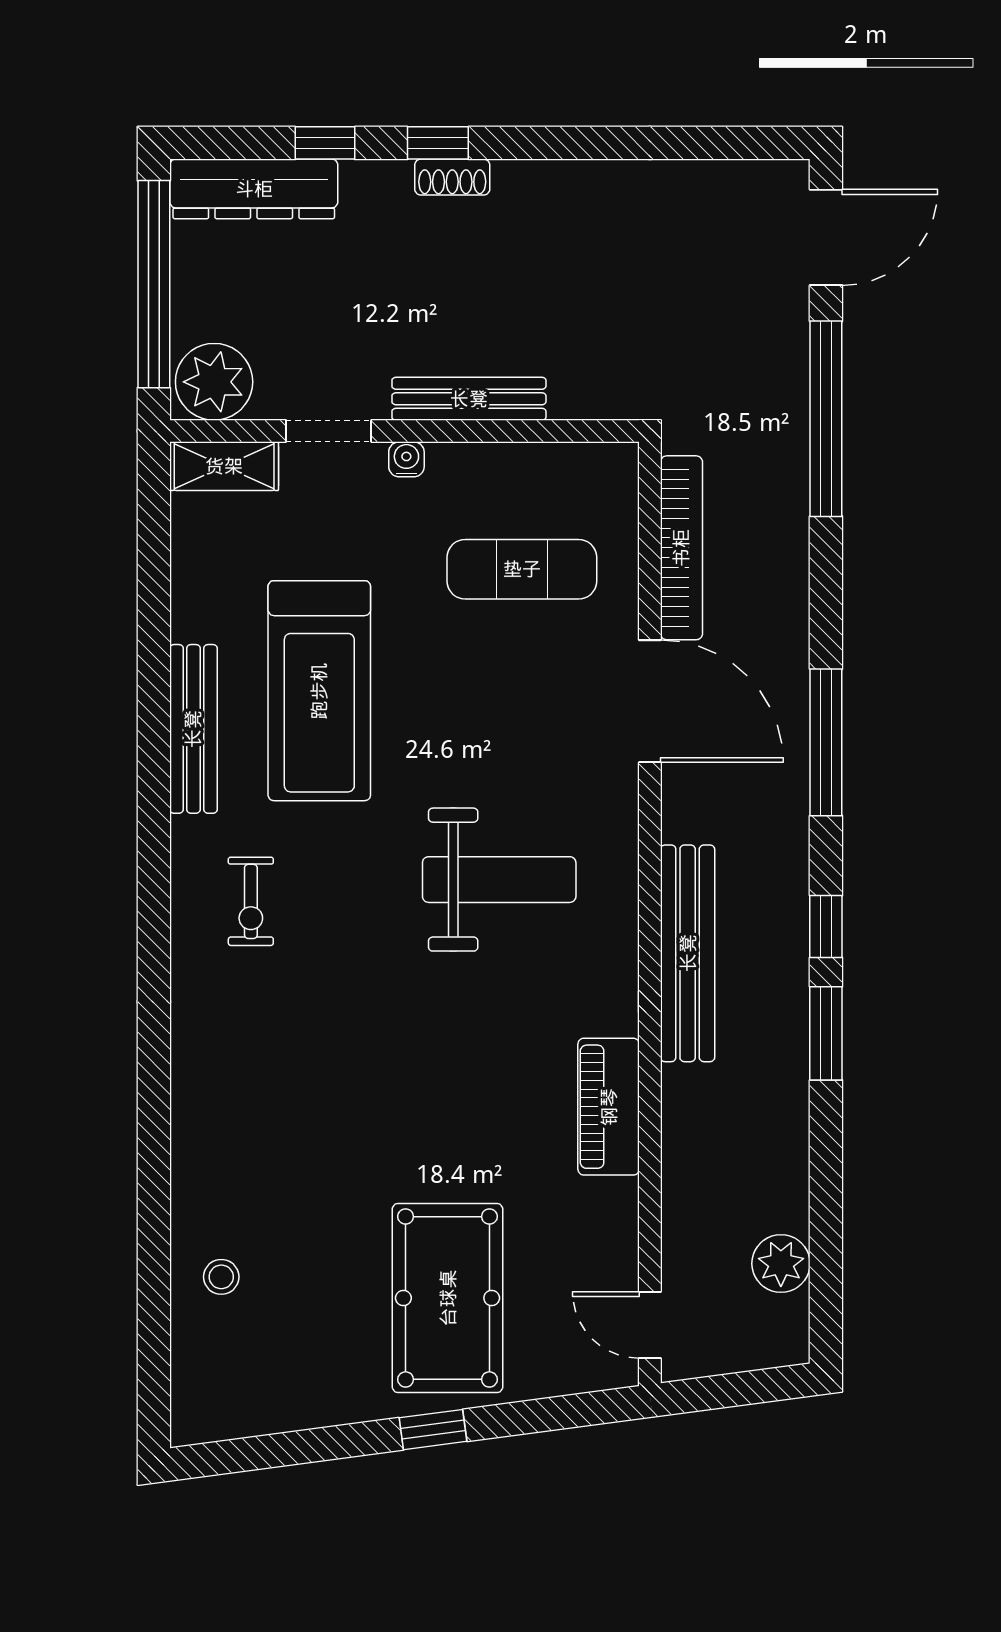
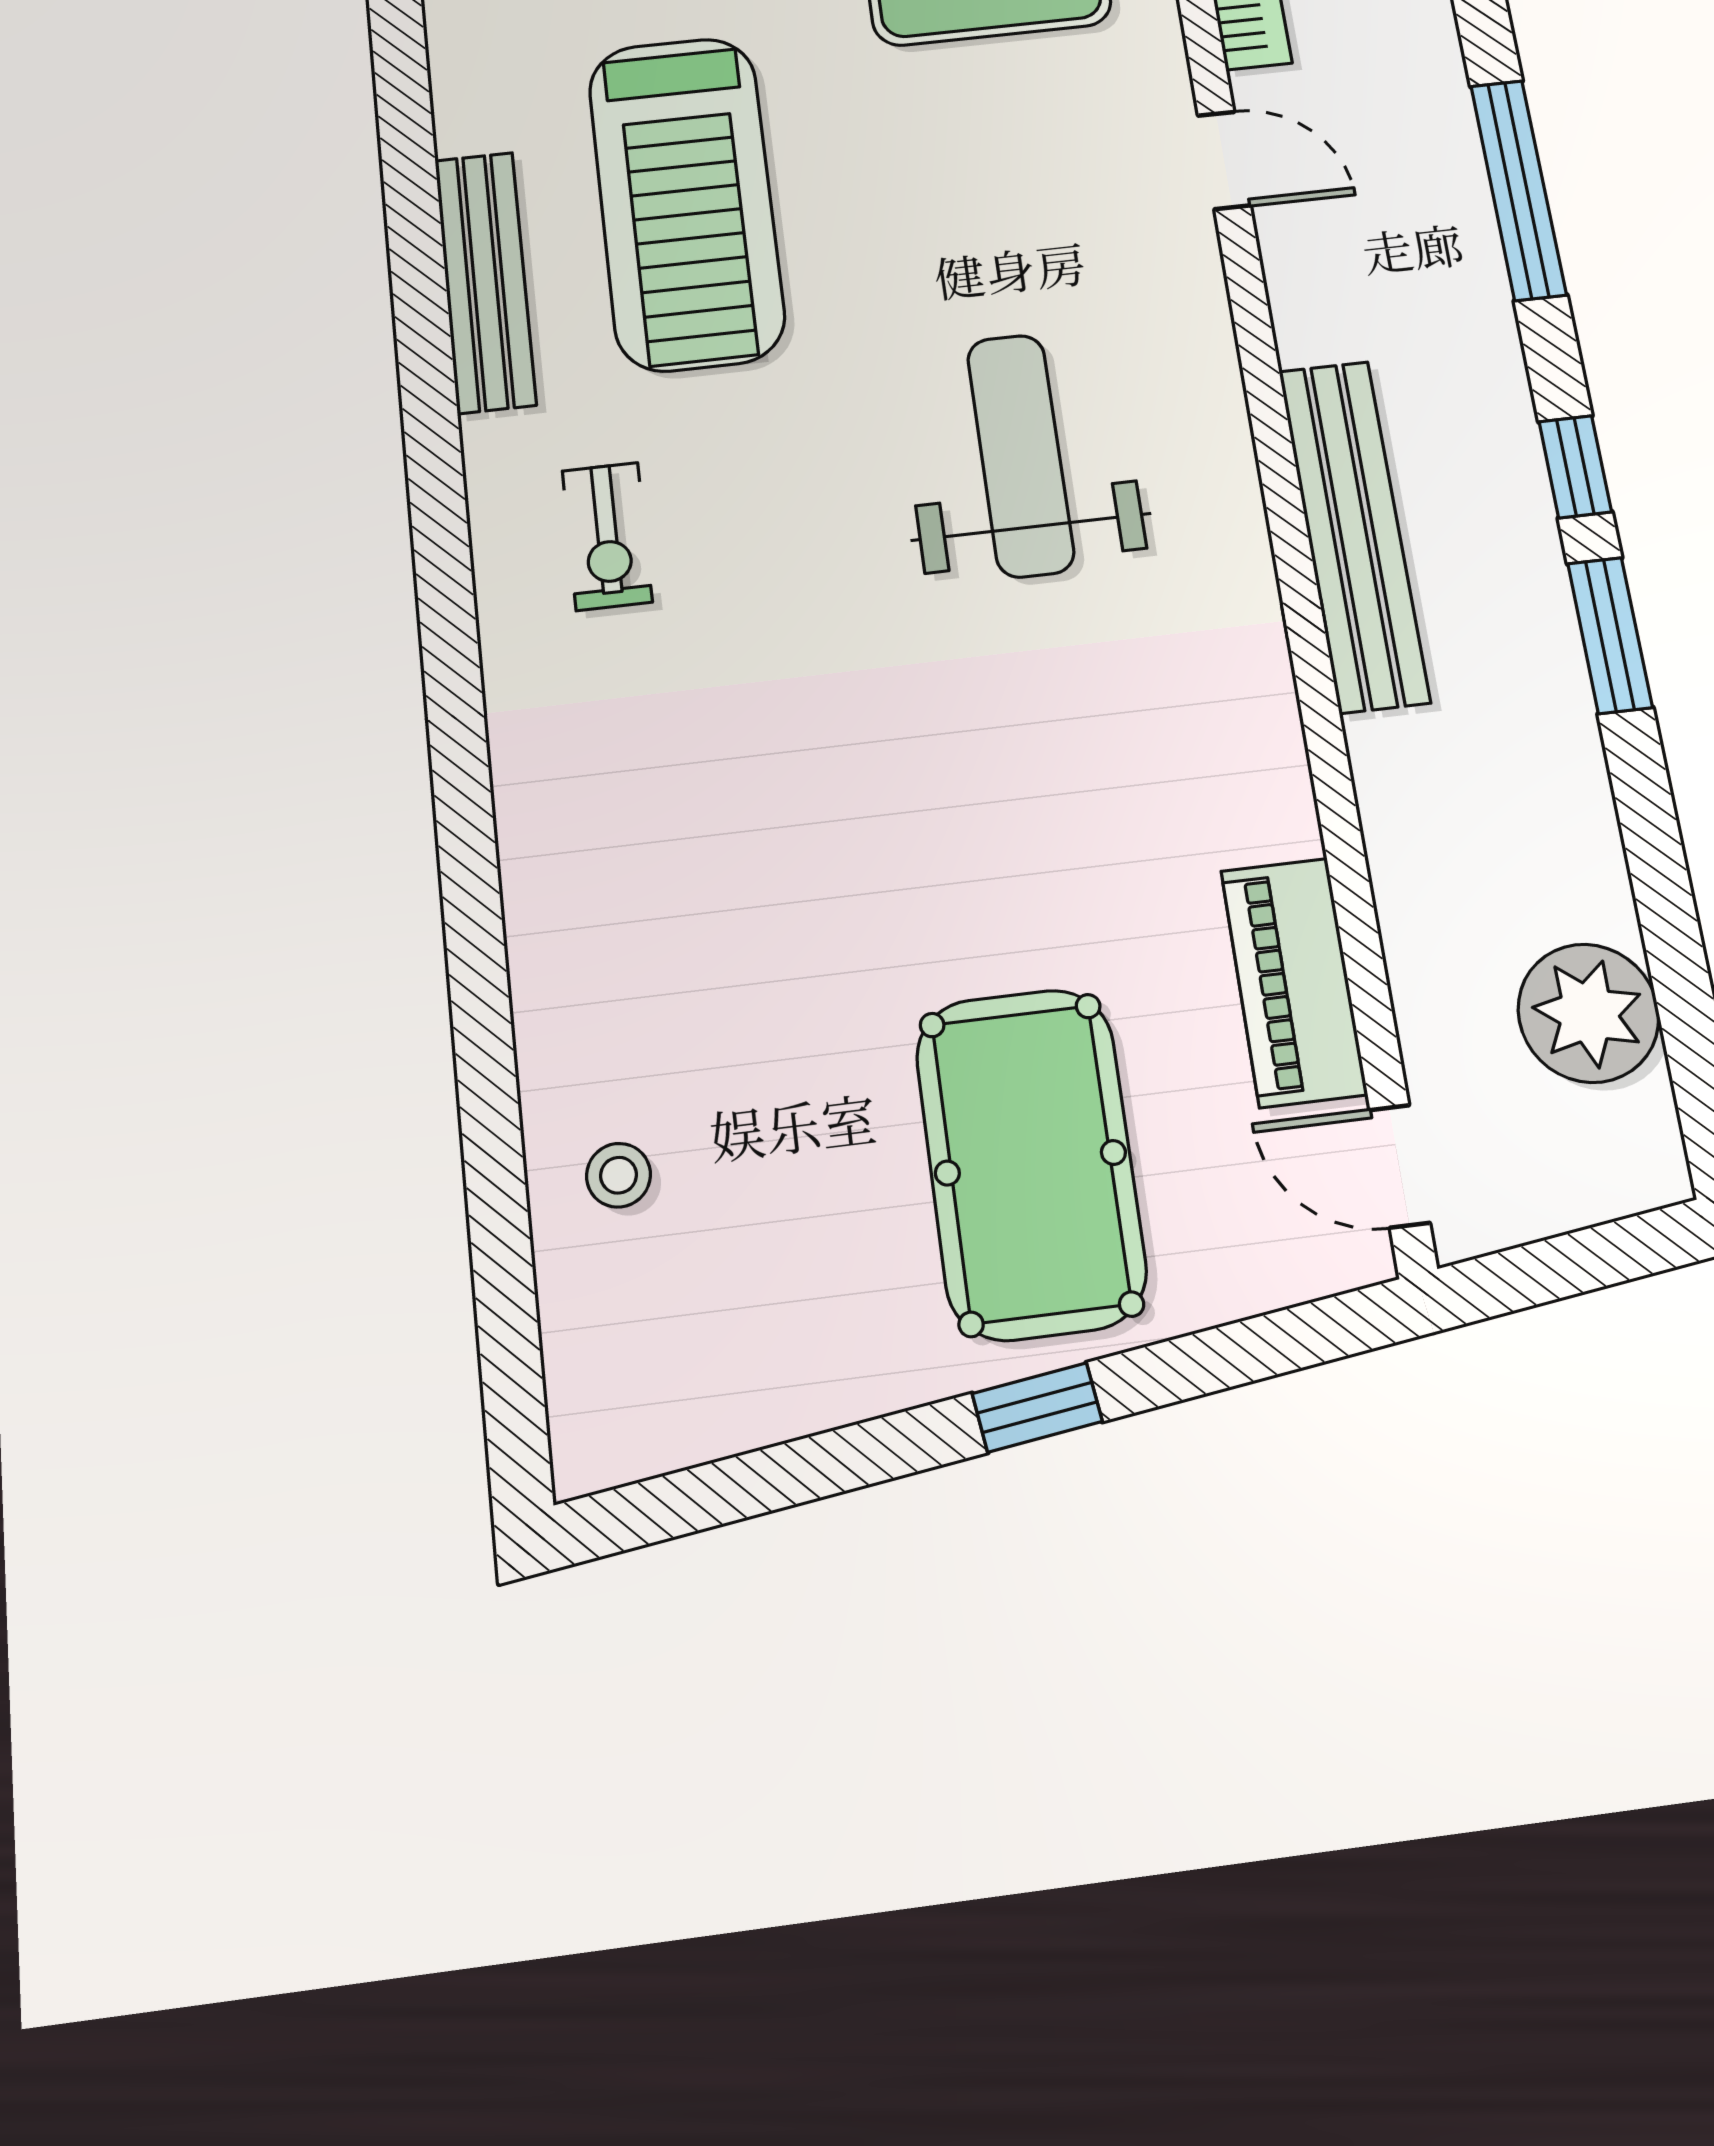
door: (650, 701) -> (1224, 160), width x0.53
weight bench: (499, 880) -> (1020, 455), turned -90
piano: (609, 1107) -> (1294, 982), moved
plant: (781, 1264) -> (1588, 1013), width x1.36, depth x1.36

